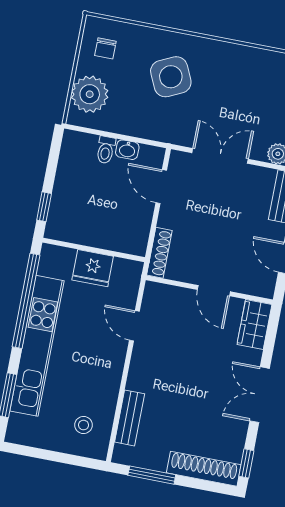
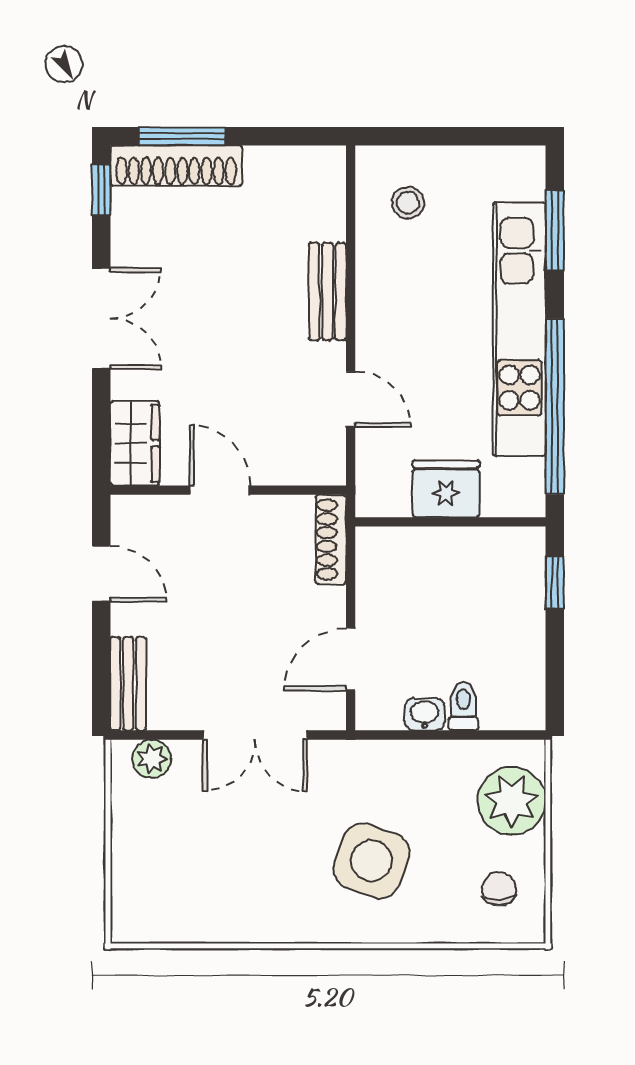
side table: (171, 77) -> (371, 861), turned 45
door: (161, 187) -> (351, 659), swing flipped
bench: (130, 418) -> (327, 292), moved
window: (152, 475) -> (182, 136), moved

